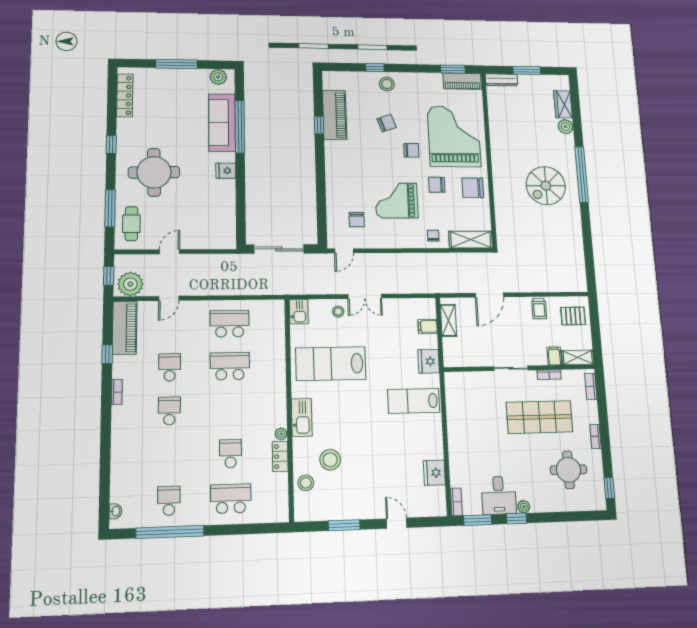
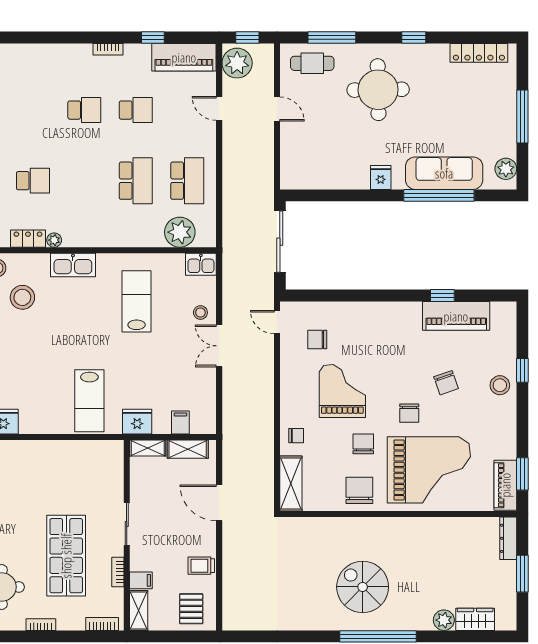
plant: (273, 329) -> (180, 232), added
shelving: (449, 352) -> (148, 448), added
lab bench: (331, 364) -> (137, 301), width x0.73, depth x0.72
lab bench: (414, 401) -> (89, 401), turned 180

